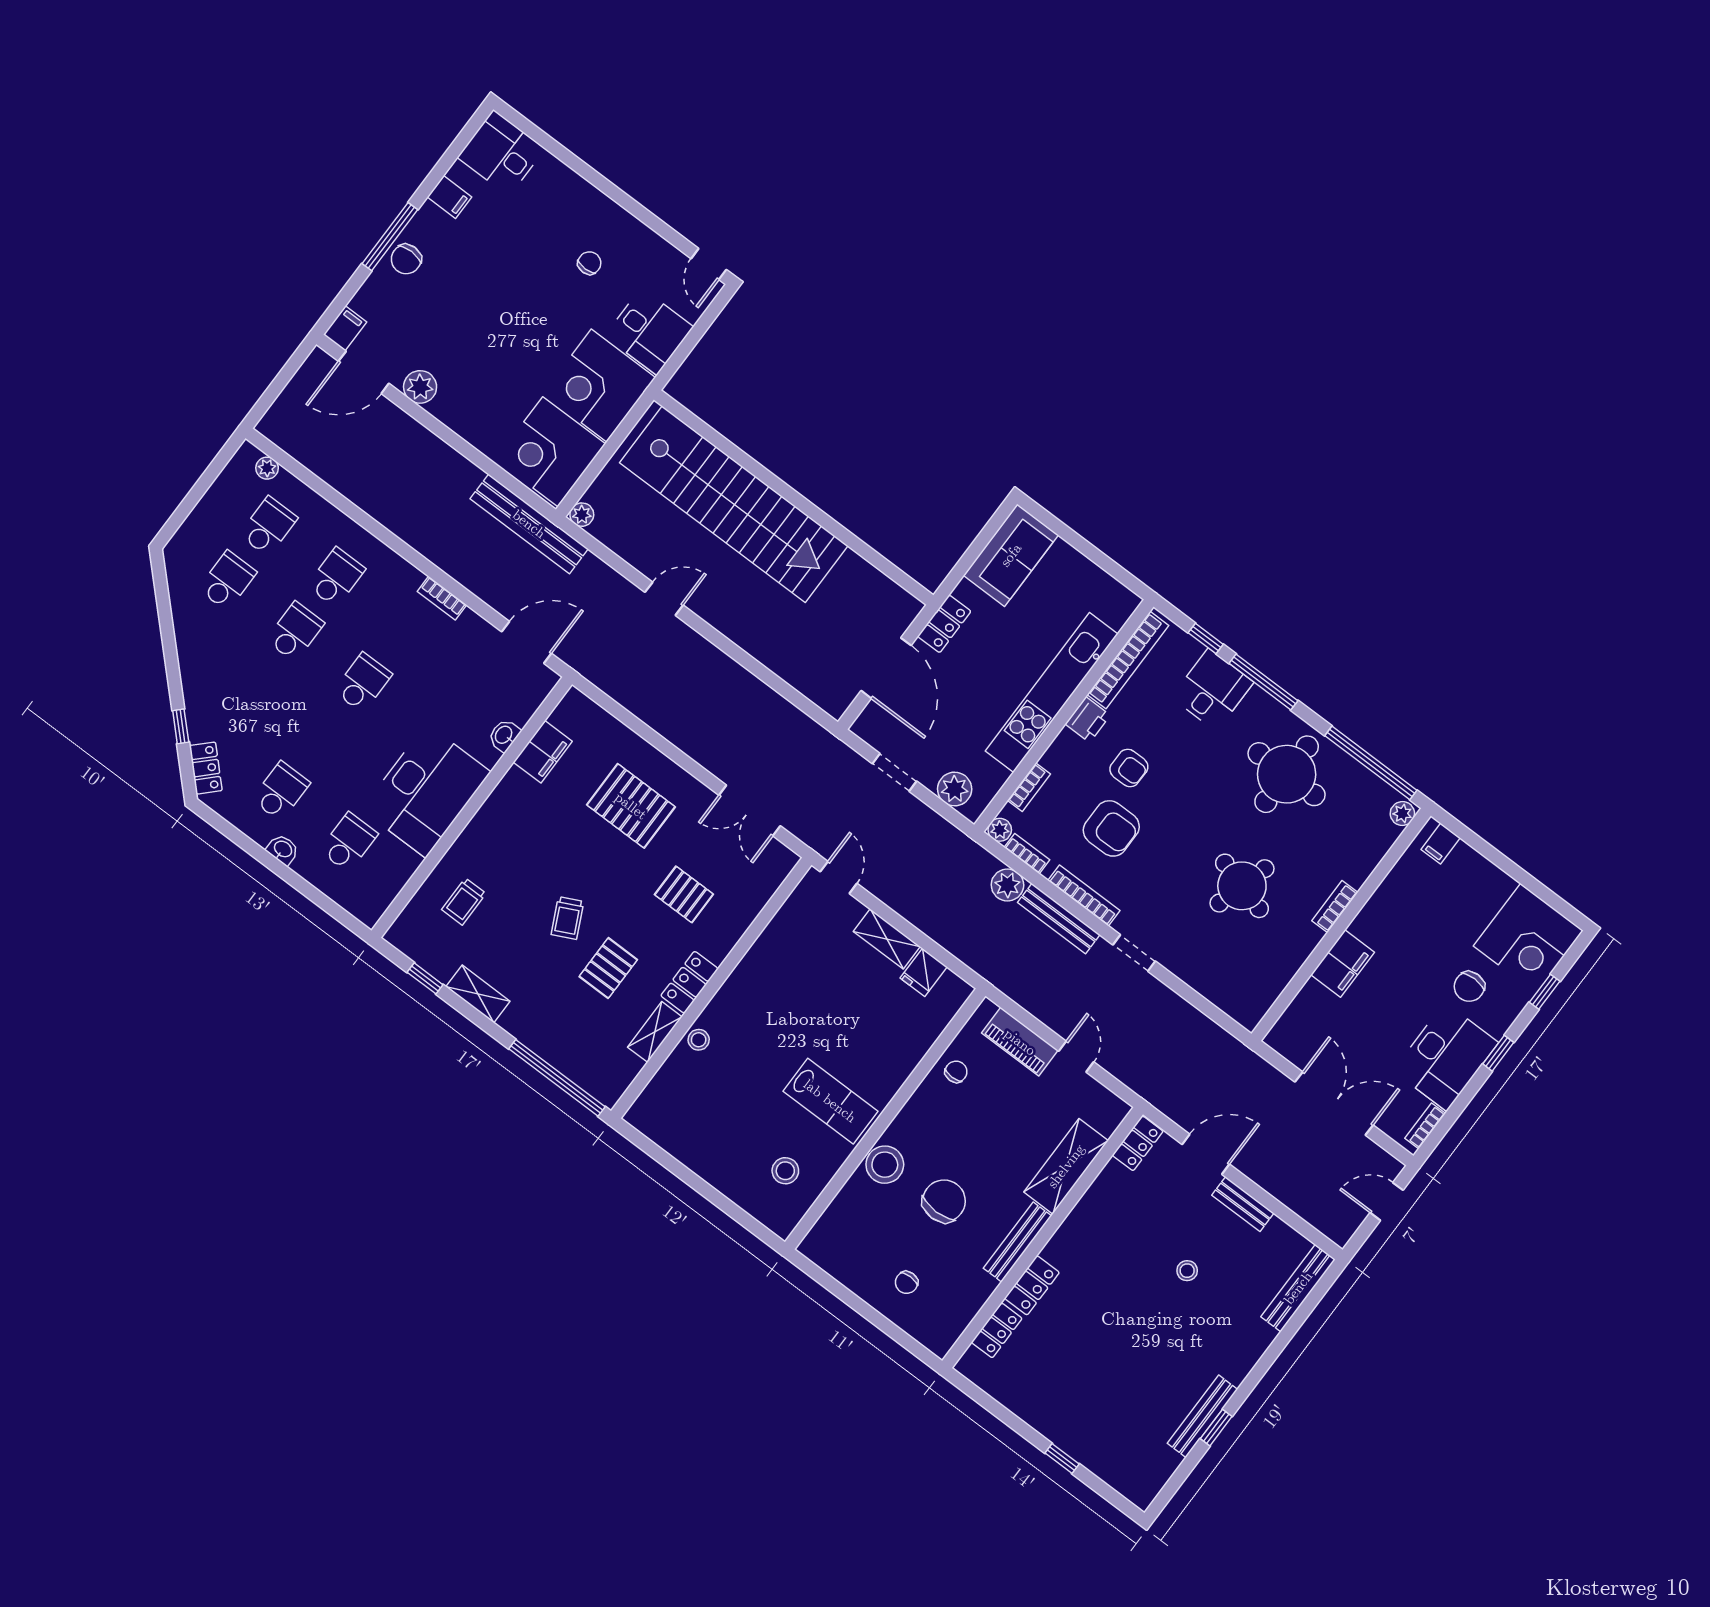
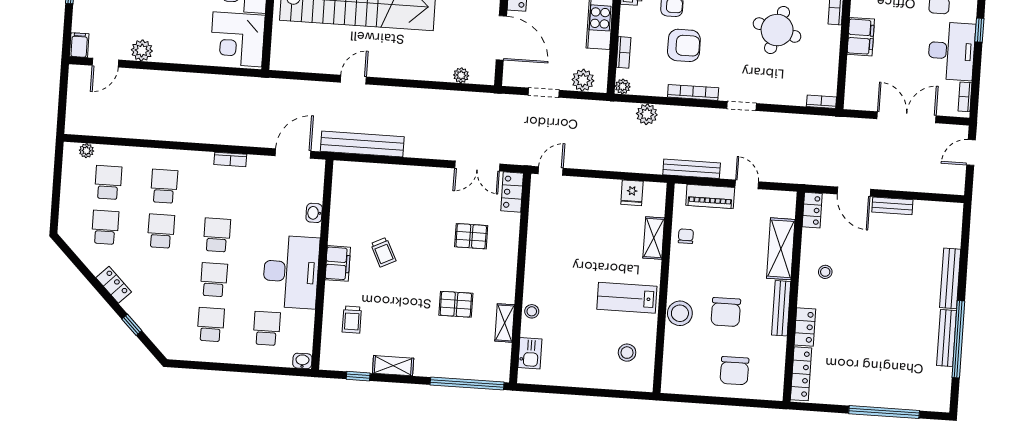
door: (364, 372) -> (105, 63), width x0.73
plant: (582, 515) -> (461, 75), moved
bench: (529, 524) -> (362, 144), moved
school desk: (322, 737) -> (214, 280), added
filing cabinet: (543, 752) -> (338, 263), moved
locker: (206, 768) -> (114, 285), moved
pallet: (631, 806) -> (410, 206), removed
washbasin: (283, 849) -> (302, 361), moved
bookcase: (1027, 854) -> (821, 102), moved
door: (839, 878) -> (551, 171), hinge flipped
trolley: (567, 918) -> (383, 252), moved
bench: (1059, 919) -> (692, 169), moved
shelving: (887, 939) -> (654, 238), moved, turned 90
pallet: (608, 968) -> (456, 304), turned 90
locker: (689, 982) -> (512, 192), moved
kitchen sink: (662, 1091) -> (530, 353), added
lab bench: (830, 1101) -> (627, 298), turned 180
door: (1206, 1154) -> (854, 192), swing flipped
chair: (944, 1201) -> (726, 312), turned 180
stool: (1187, 1271) -> (825, 272), moved
chair: (907, 1282) -> (734, 371), width x1.87, depth x1.87
bench: (1298, 1288) -> (950, 278), moved
locker: (997, 1330) -> (801, 374), width x1.53
window: (1216, 1428) -> (958, 339), width x3.17
window: (1062, 1458) -> (884, 412), width x3.17

